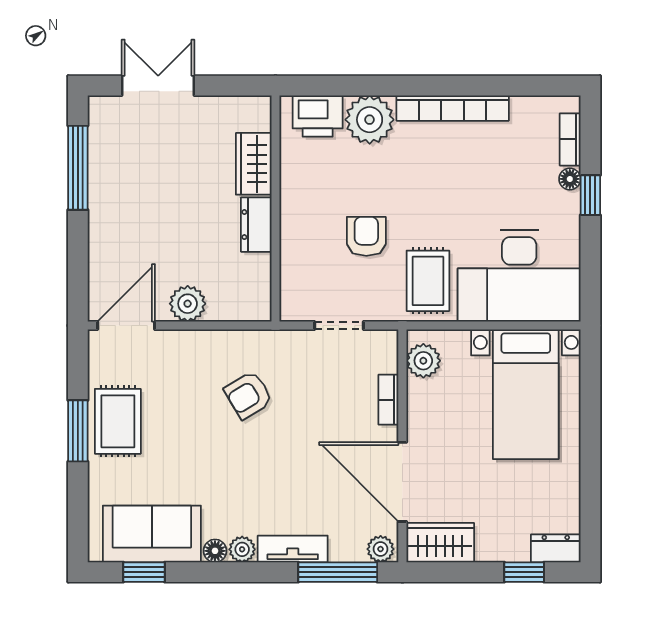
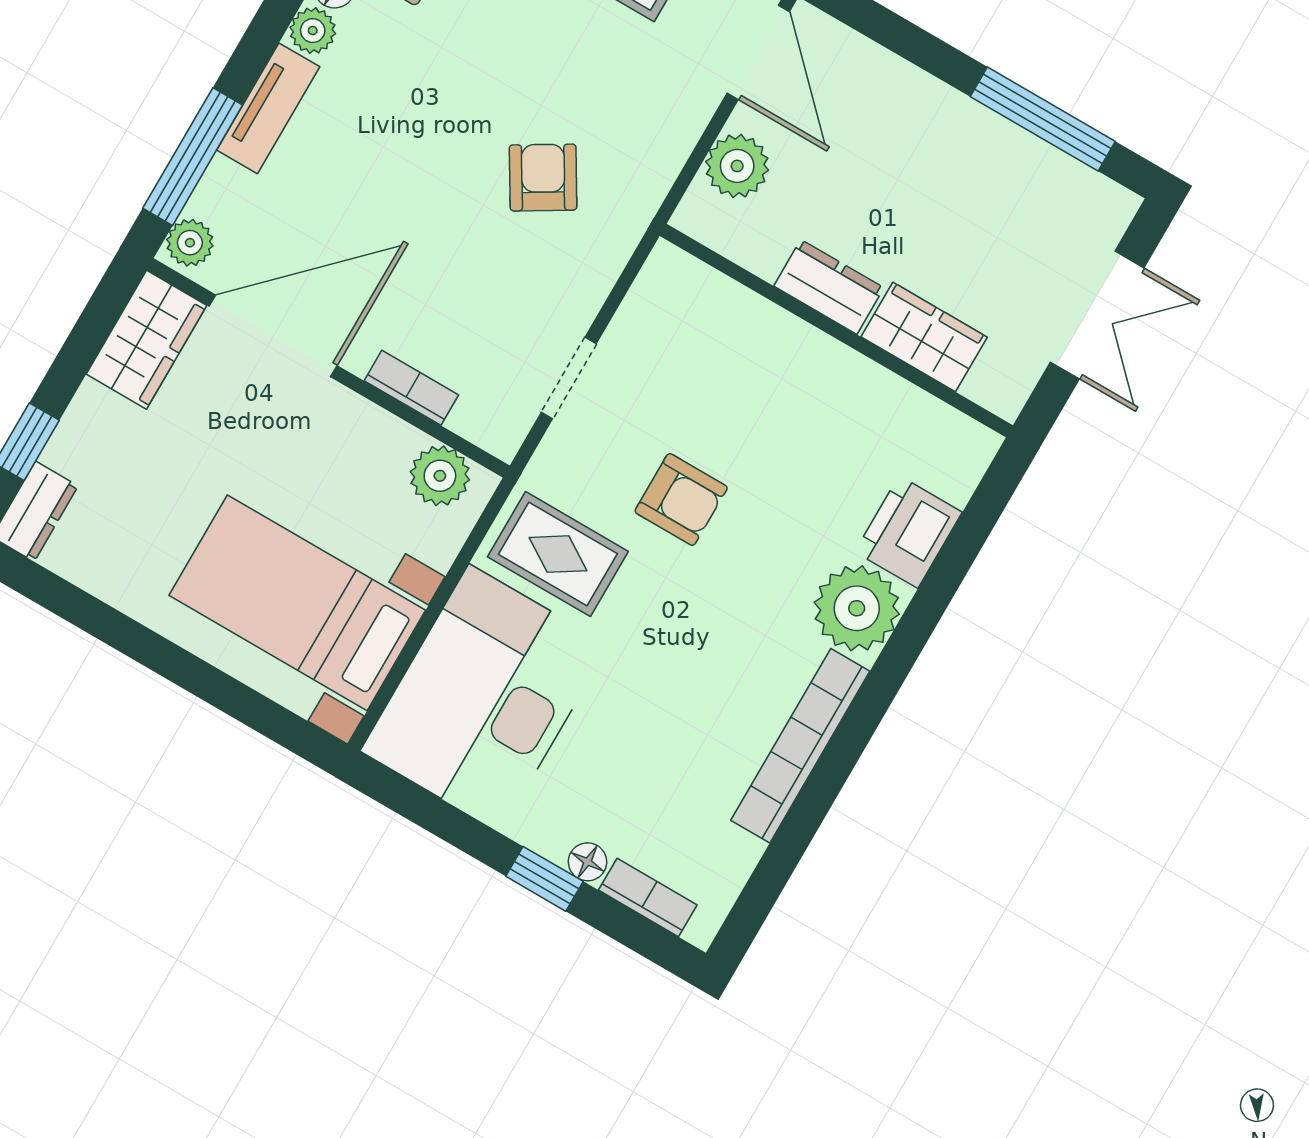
wardrobe: (254, 164) -> (924, 337), moved
wall: (276, 209) -> (836, 331), moved
dresser: (256, 225) -> (829, 287), moved

